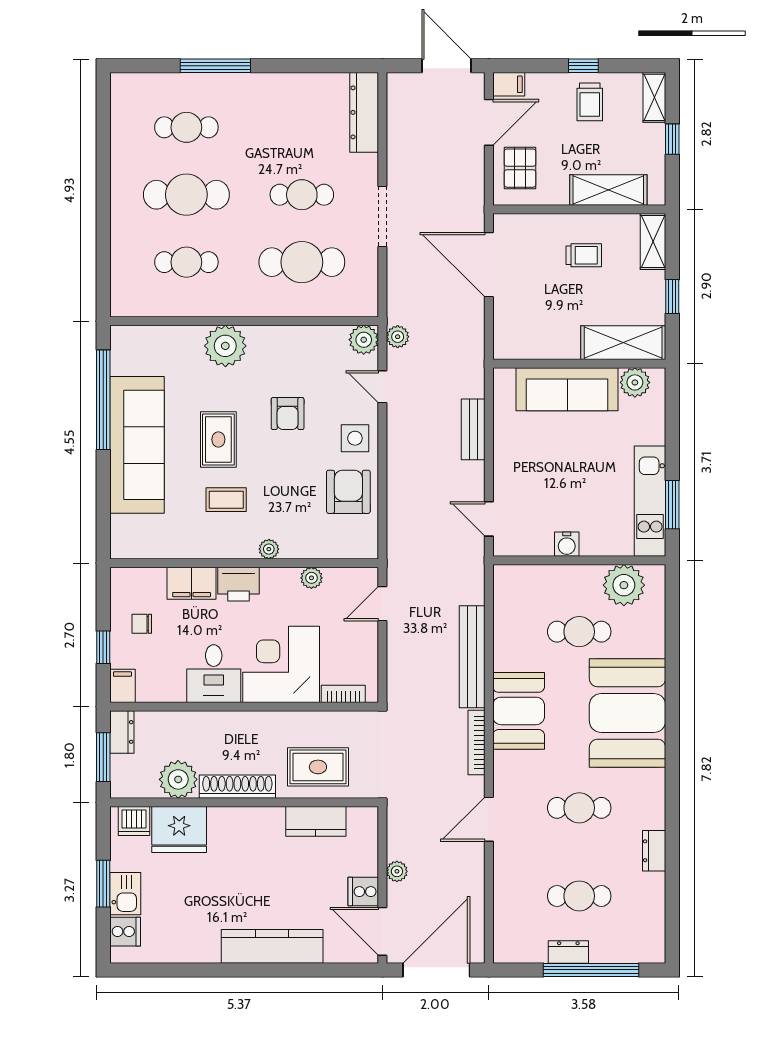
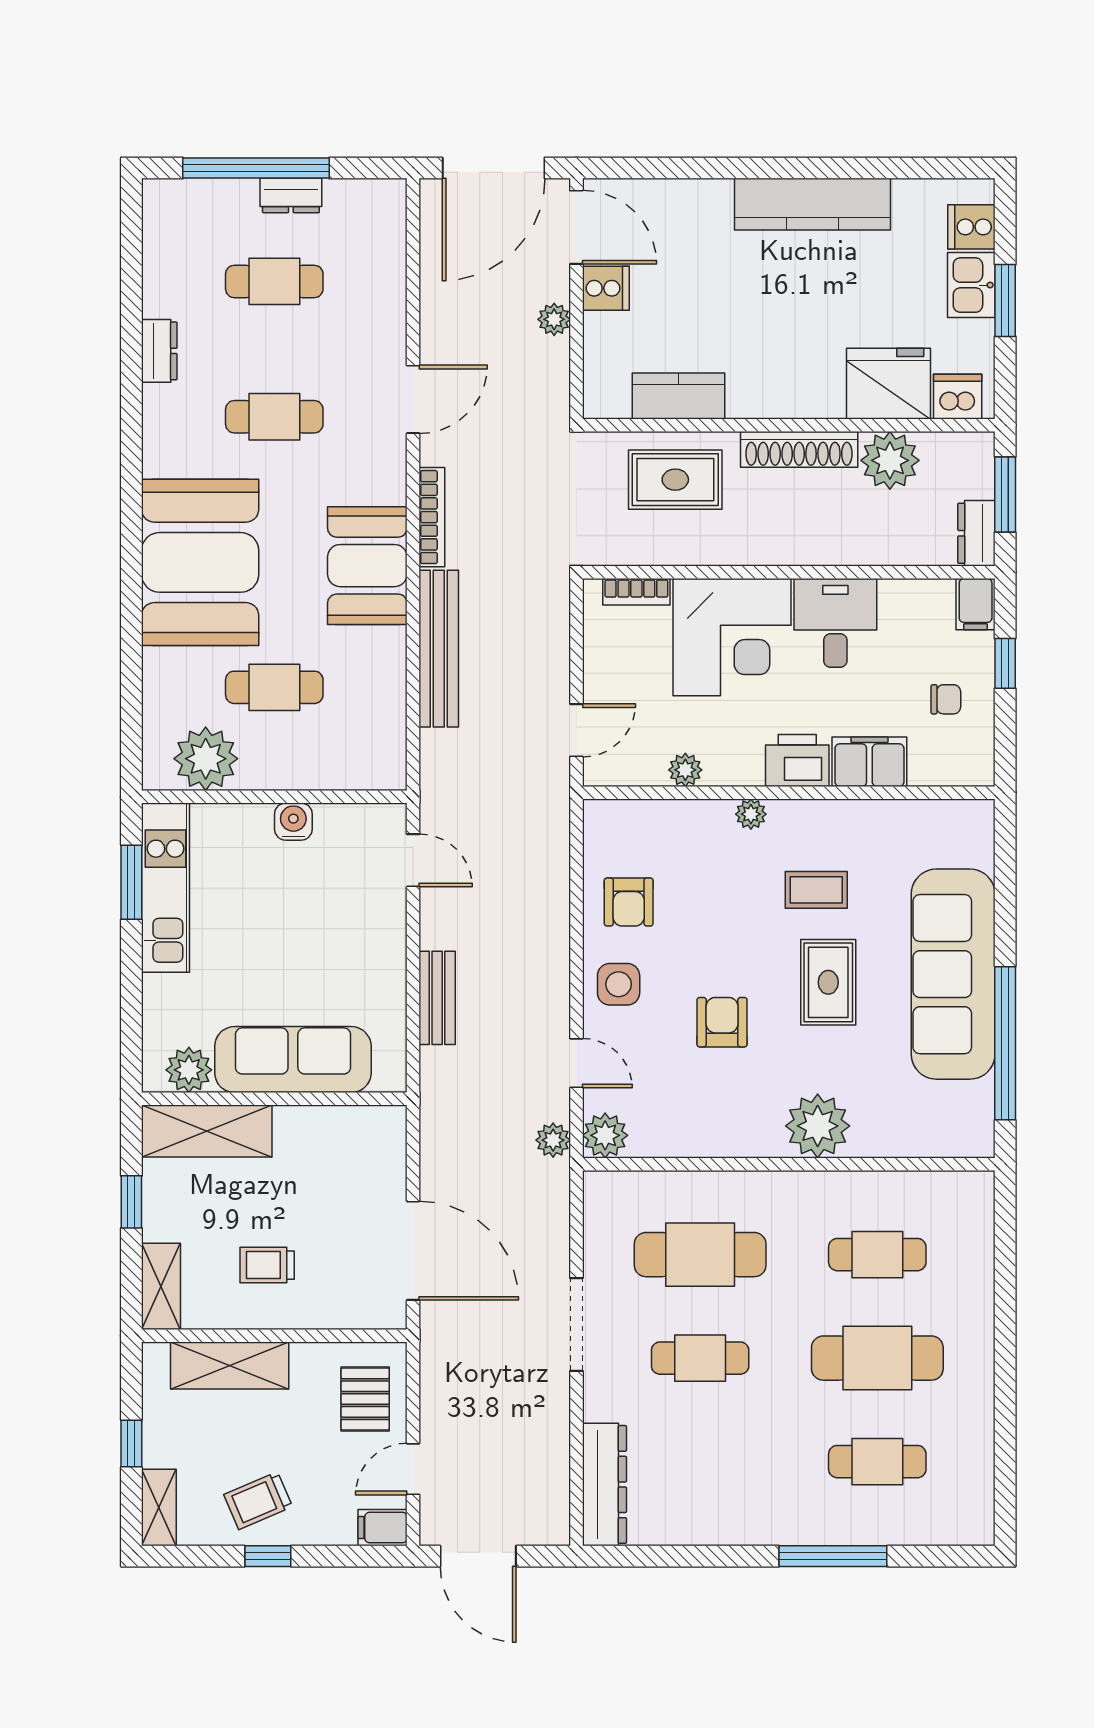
trolley: (590, 102) -> (258, 1501), turned -113
door: (489, 122) -> (413, 1469), width x0.73
armchair: (348, 492) -> (629, 902), width x0.72, depth x0.72
kitchen counter: (272, 946) -> (813, 204), moved

